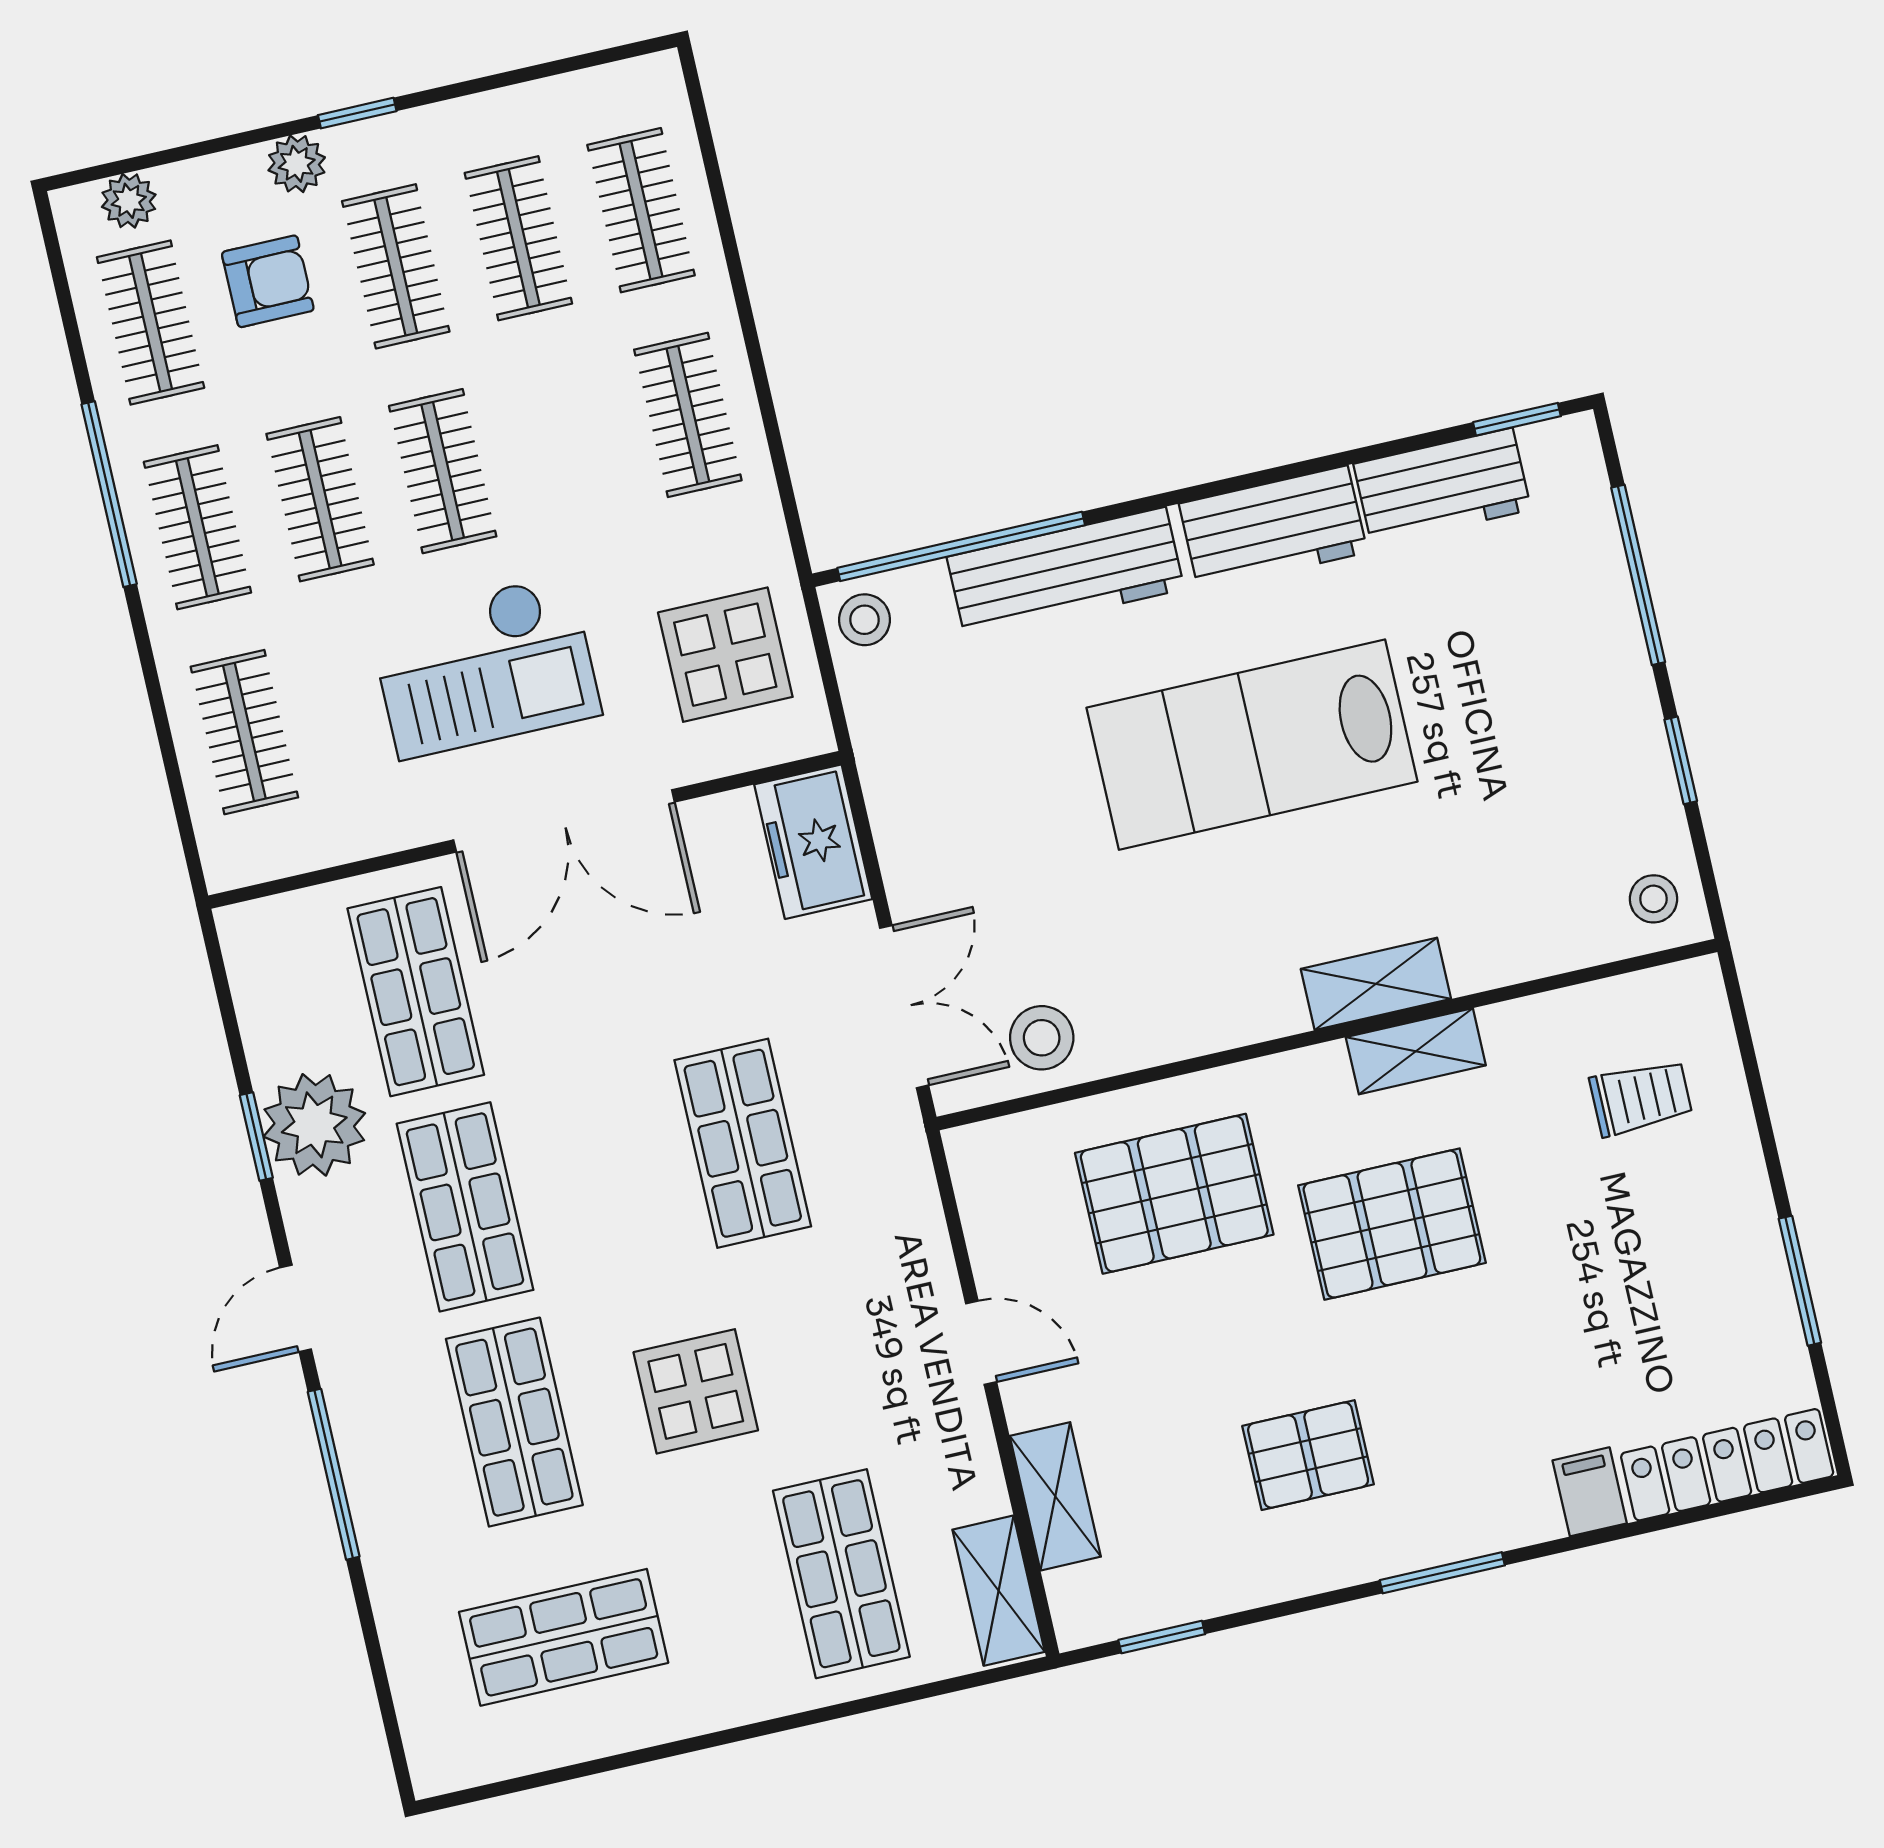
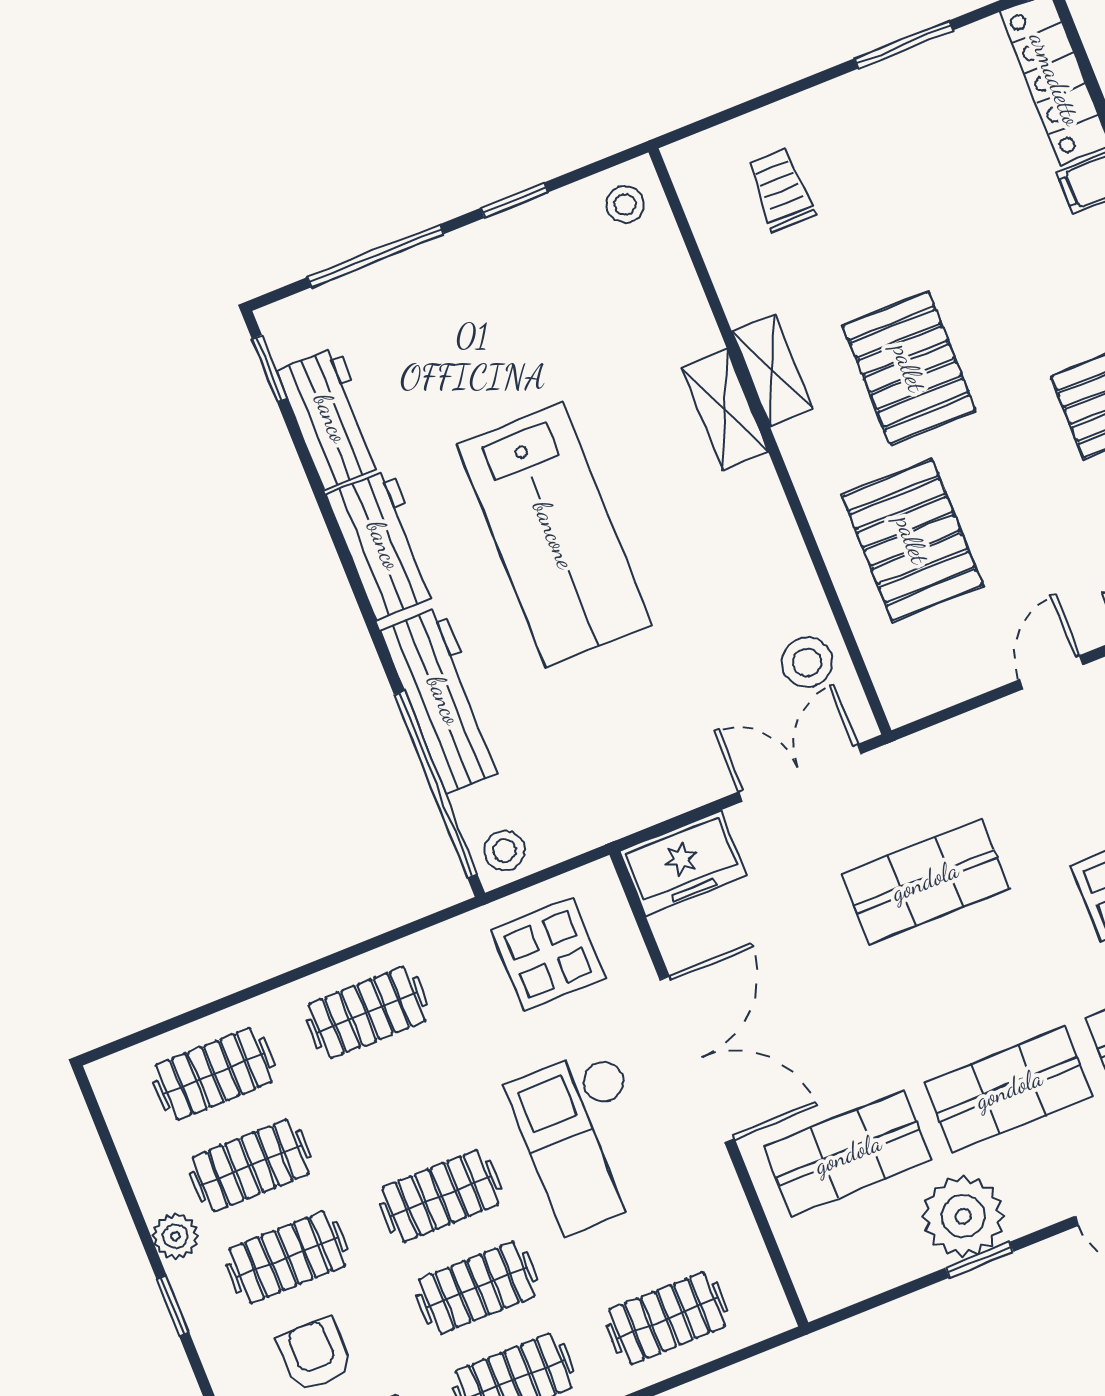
plant: (297, 164) -> (175, 1236), moved
checkout: (485, 666) -> (587, 1140), turned 180

